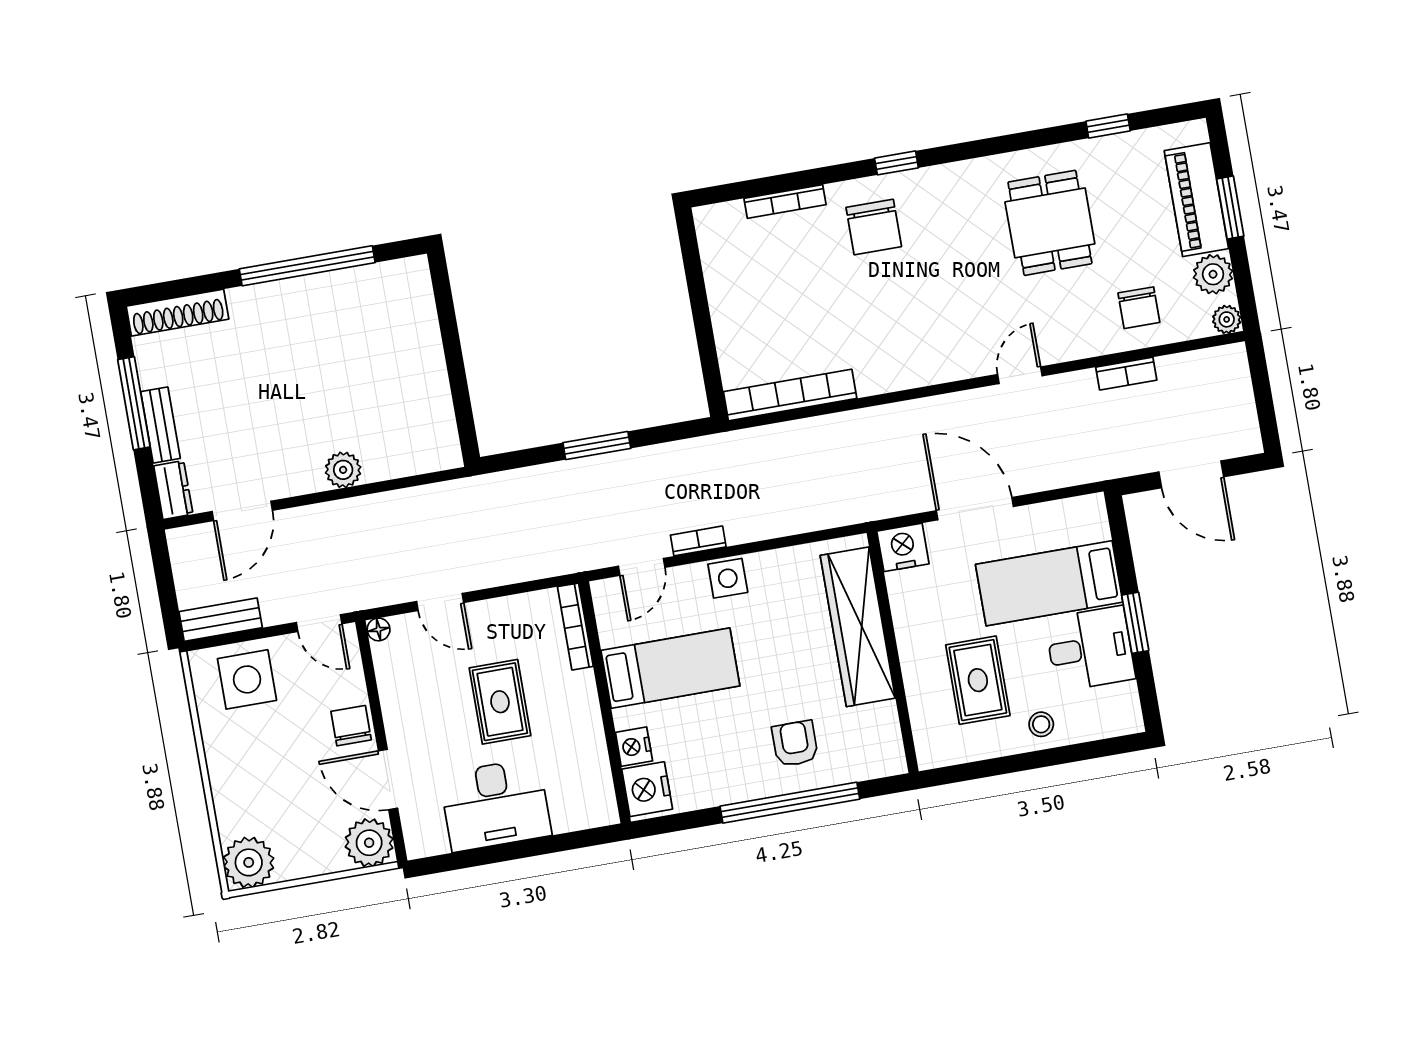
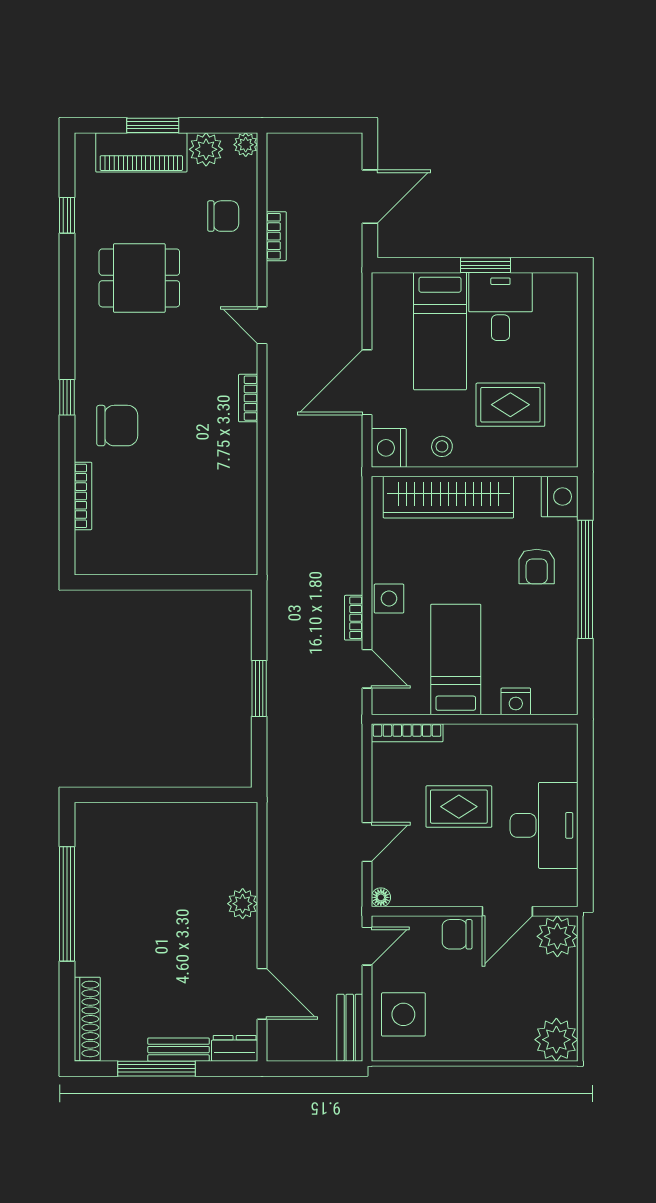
bookcase: (790, 395) -> (248, 398), moved, width x0.43, depth x0.76
stool: (1041, 724) -> (442, 446), moved
armchair: (795, 744) -> (537, 566), turned -90
nightstand: (647, 789) -> (560, 497), moved, turned -90

